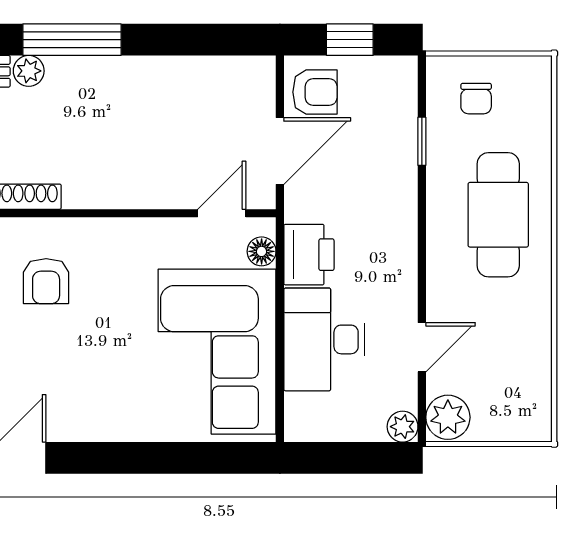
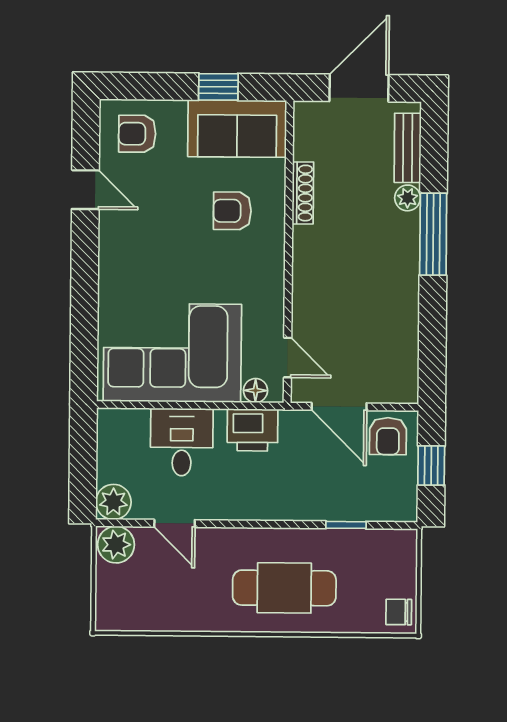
chair: (476, 99) -> (399, 612), moved
desk: (324, 339) -> (182, 442), width x0.73
plant: (403, 427) -> (113, 502), width x1.38, depth x1.38

